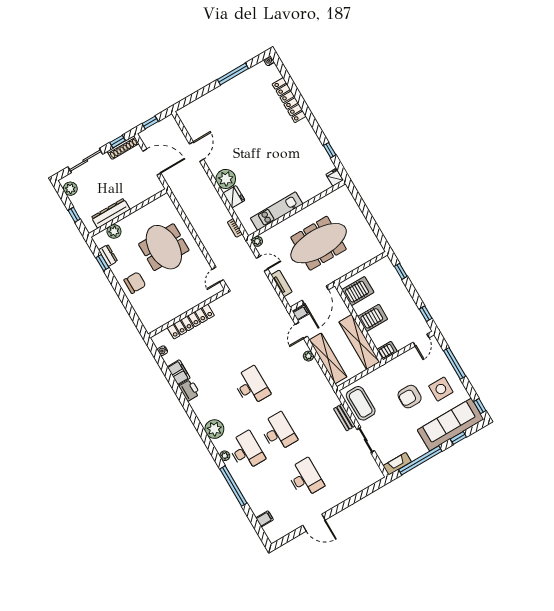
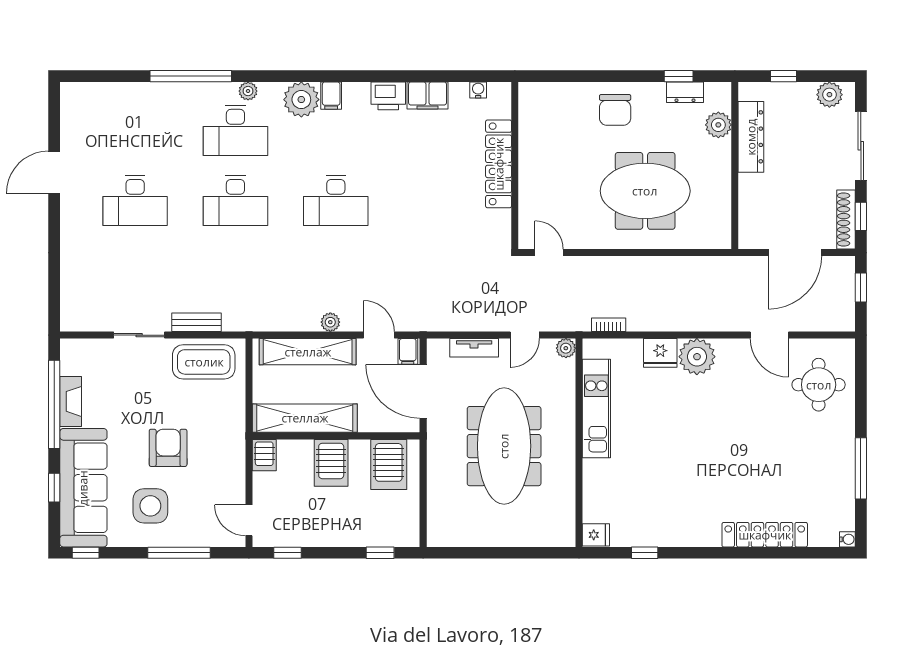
round table: (206, 116) -> (819, 385), added
fireplace: (397, 464) -> (71, 401), moved
filing cabinet: (265, 519) -> (331, 96), moved

